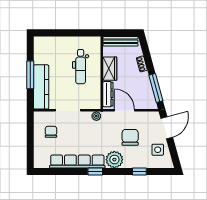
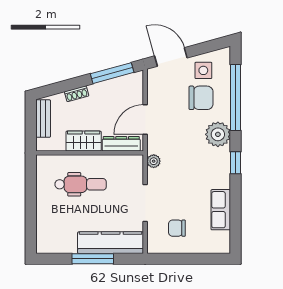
bench: (120, 41) -> (43, 119), width x0.73
chair: (130, 137) -> (201, 98), moved, turned 180
row of seats: (77, 162) -> (221, 210), width x0.50
window: (139, 172) -> (236, 98), width x3.17

